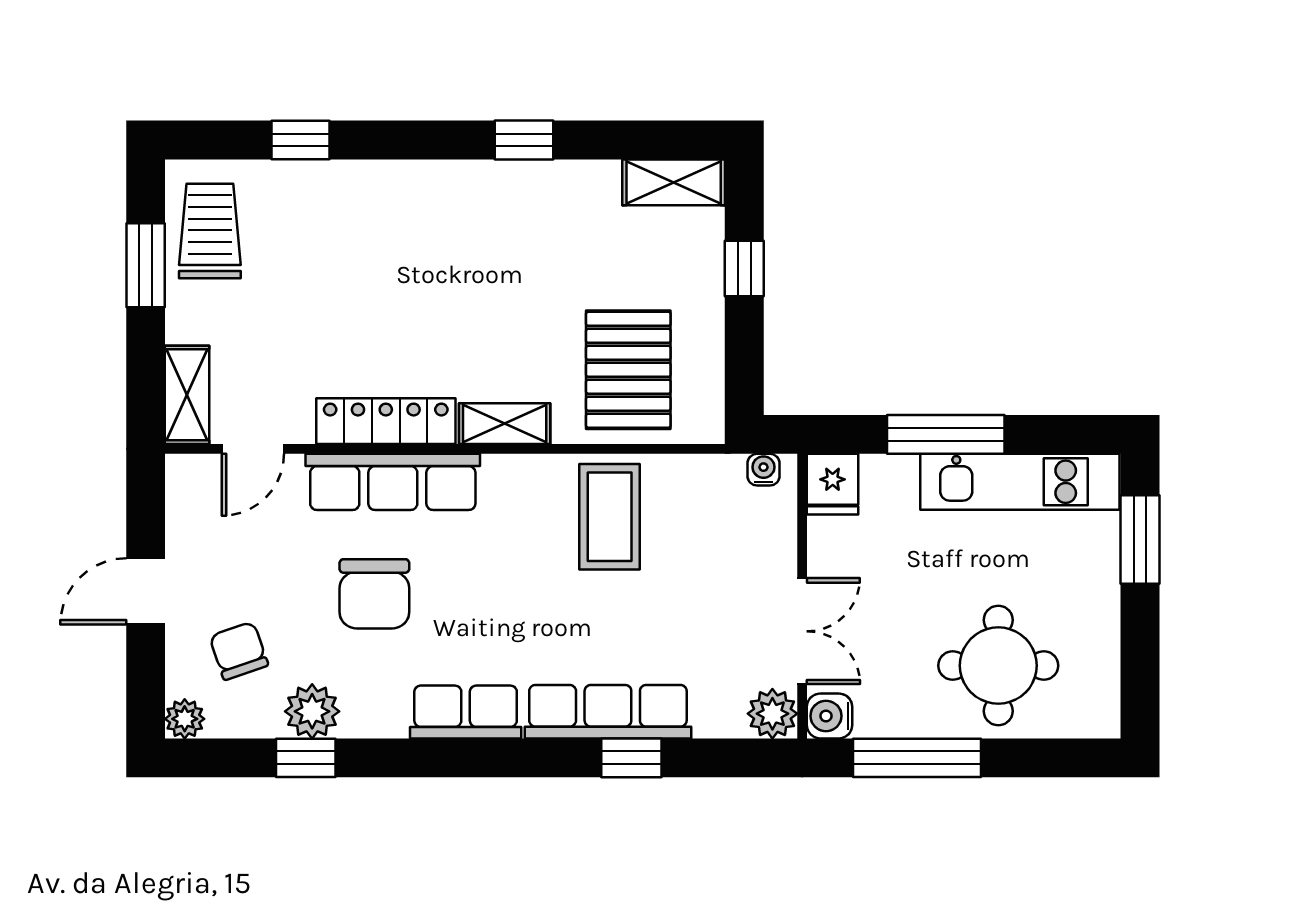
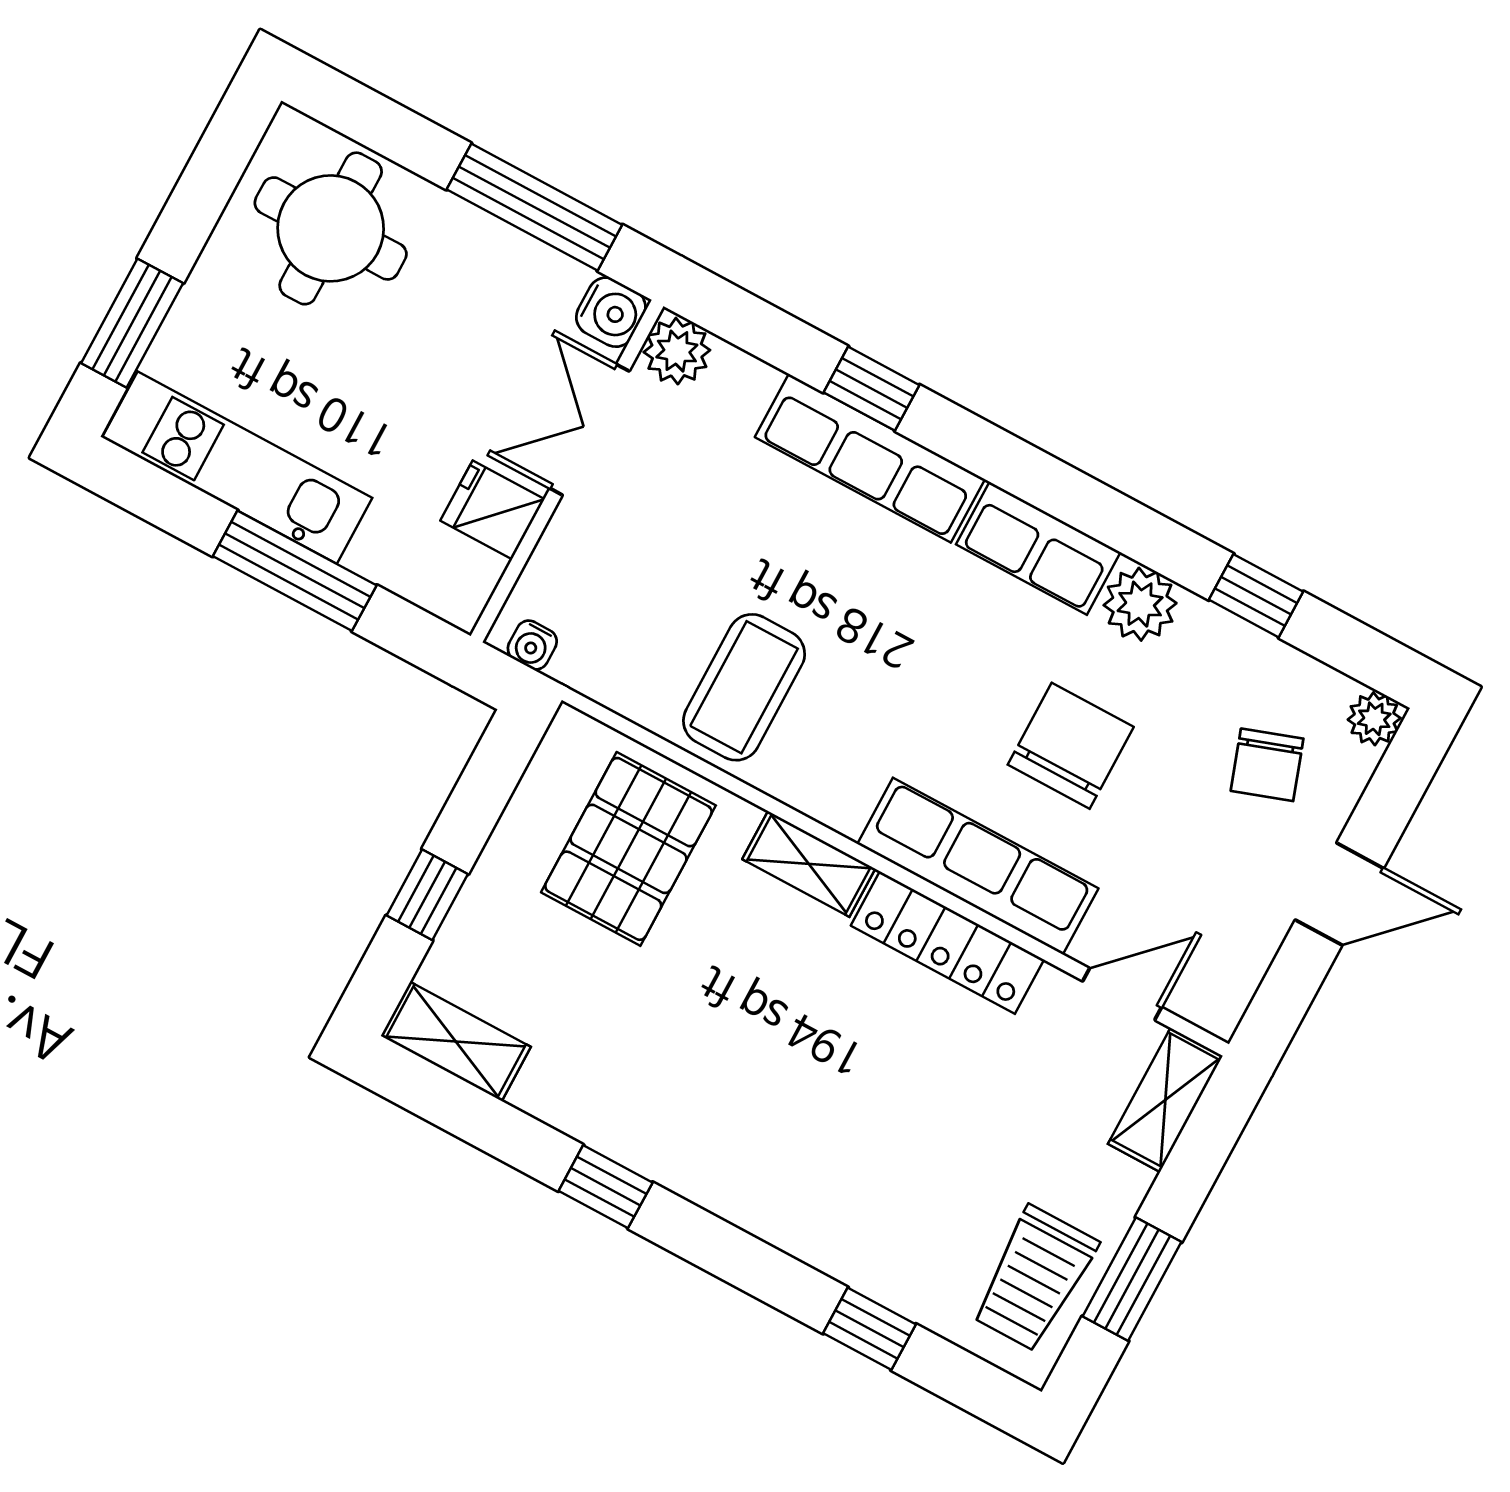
fridge: (833, 484) -> (492, 510), moved, turned -90
round table: (998, 666) -> (331, 228), moved
plant: (312, 711) -> (1140, 604), moved

